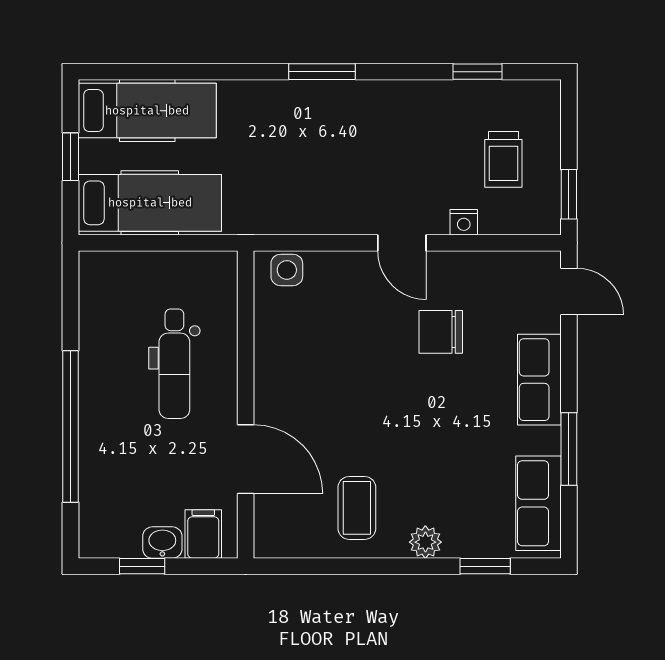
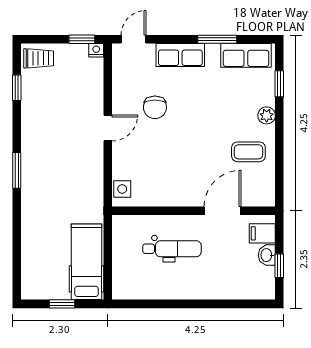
hospital bed: (147, 111) -> (38, 263), removed
trolley: (503, 159) -> (39, 58), moved
nightstand: (464, 222) -> (96, 50), moved, turned -90
window: (70, 427) -> (205, 304), removed

